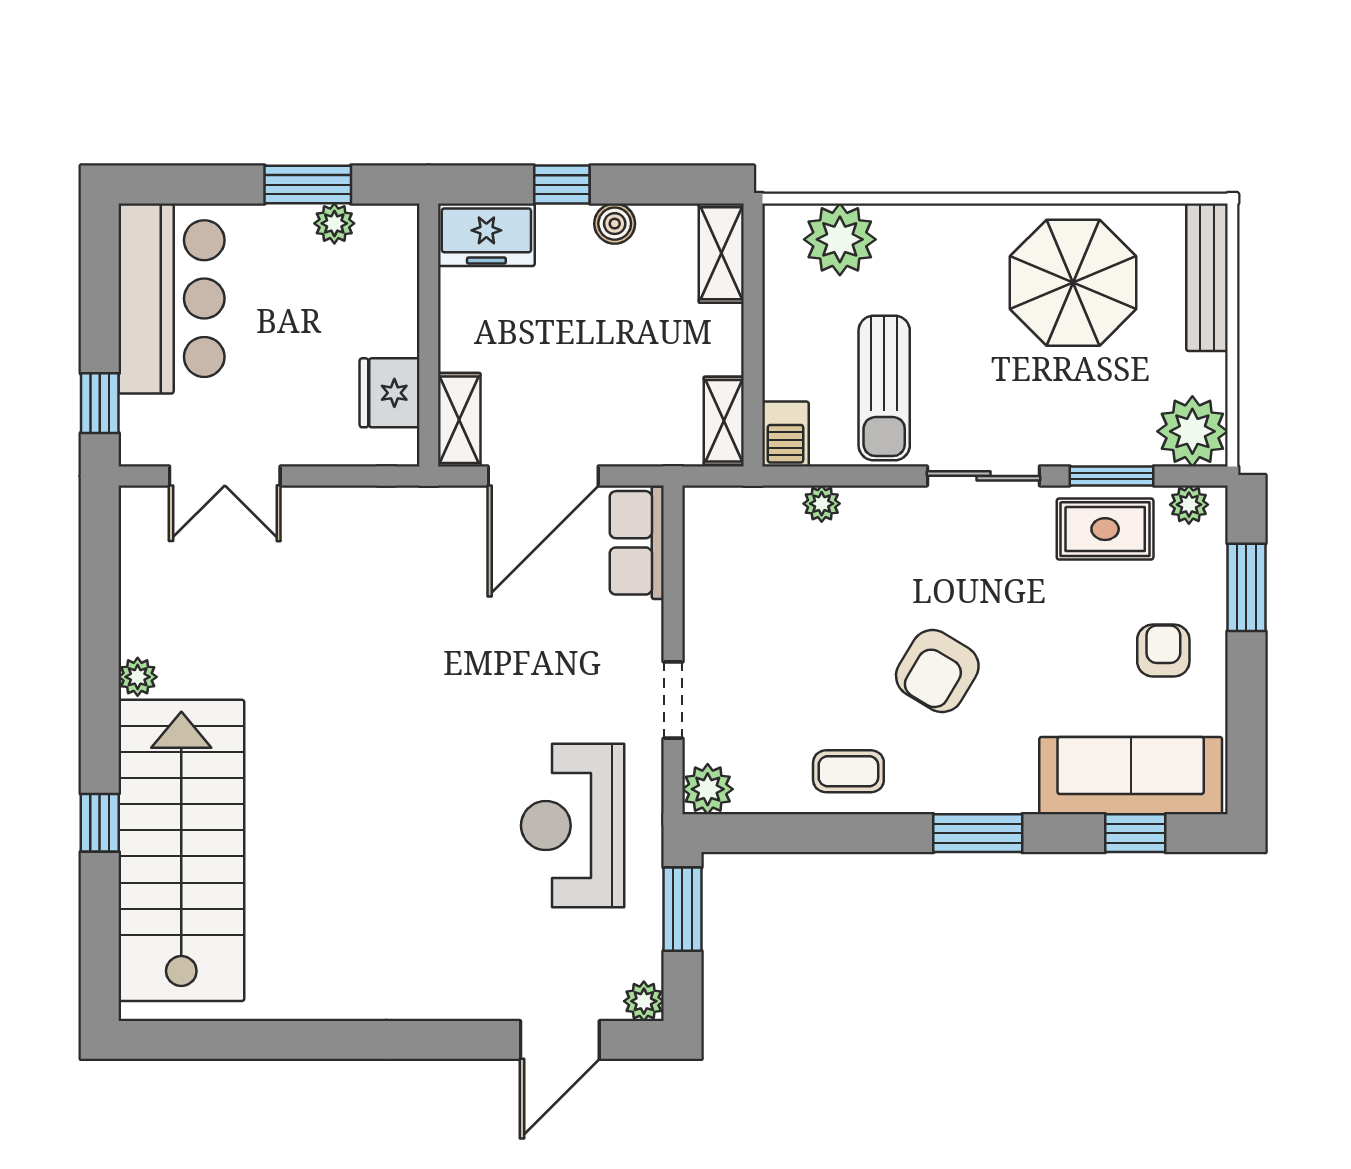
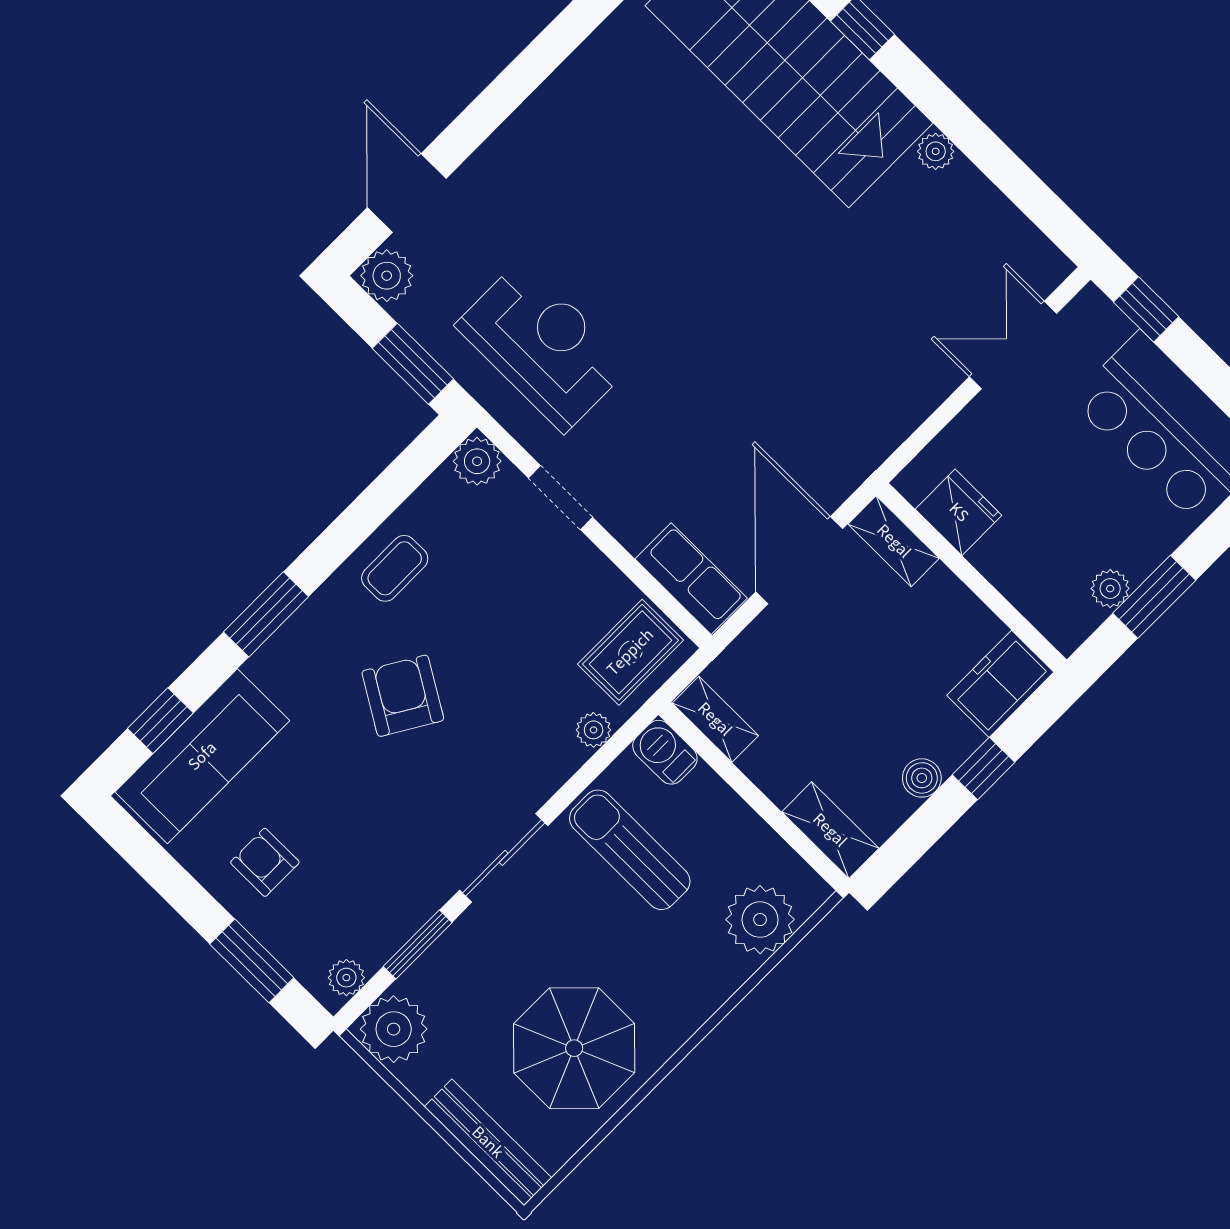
rug: (1105, 529) -> (630, 652), moved
armchair: (1163, 651) -> (265, 862), turned 180
plant: (644, 1001) -> (387, 276), width x1.38, depth x1.38

